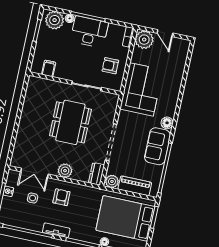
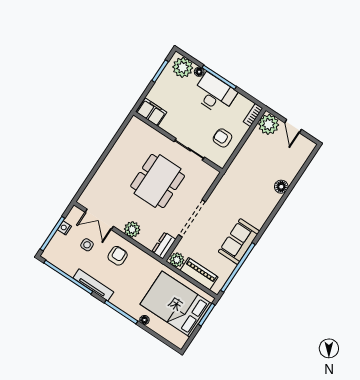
filing cabinet: (49, 68) -> (151, 112), width x2.00
corner sofa: (141, 89) -> (245, 176), removed
floor lamp: (167, 123) -> (281, 187), moved
tv unit: (56, 230) -> (93, 285), width x1.41

